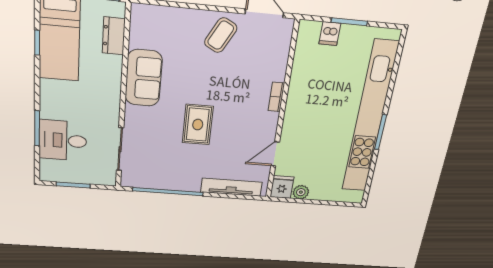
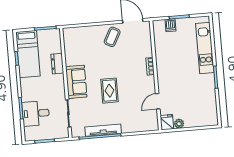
dresser: (114, 36) -> (57, 64), moved
sofa: (144, 78) -> (76, 82), moved
kitchen unit: (370, 118) -> (205, 48), width x0.54
tv unit: (231, 187) -> (103, 130), moved

